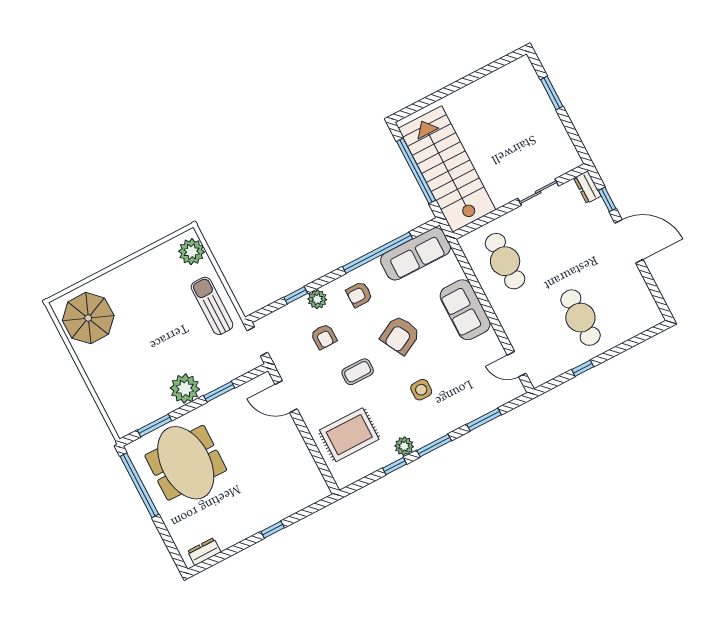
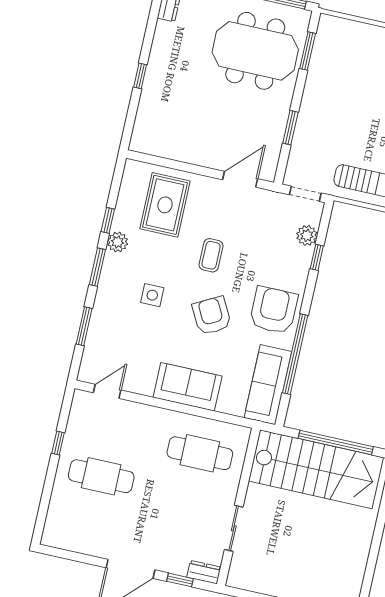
armchair: (359, 294) -> (274, 310), width x1.88, depth x1.88
plant: (317, 299) -> (307, 235), moved
armchair: (324, 337) -> (263, 252), removed
plant: (185, 389) -> (317, 102), removed

